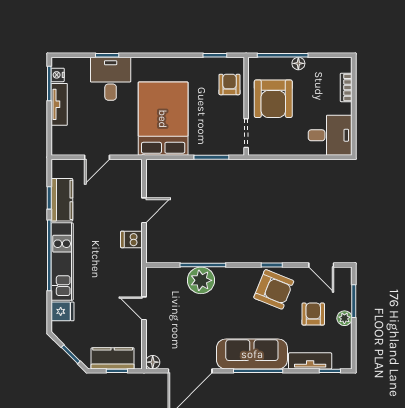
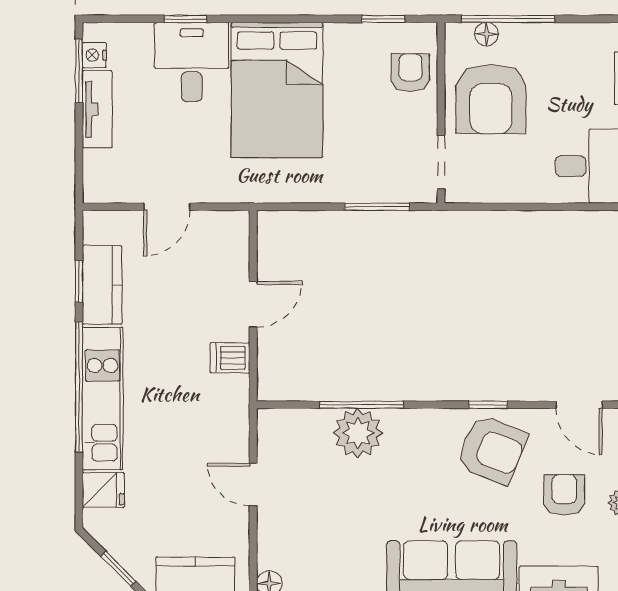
floor lamp: (298, 63) -> (487, 34), moved
bed: (163, 119) -> (277, 90), moved, turned 180

